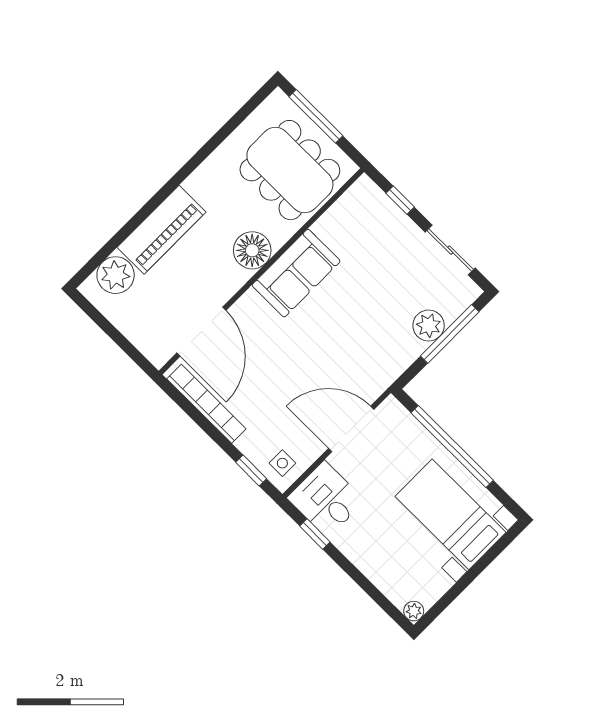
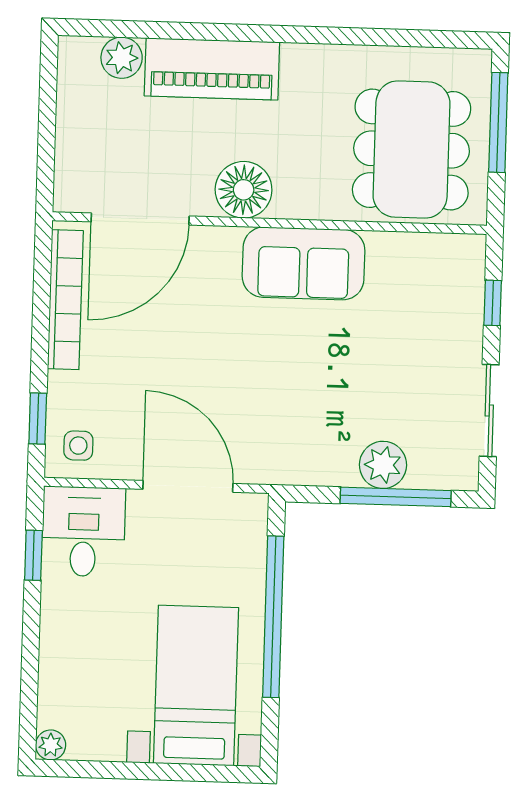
floor lamp: (252, 250) -> (244, 190), moved
plant: (116, 275) -> (122, 58), width x0.73, depth x0.73

